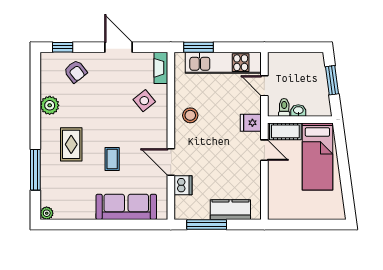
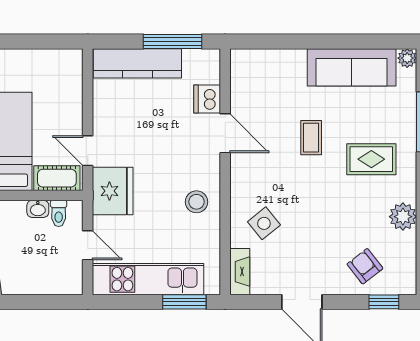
fridge: (251, 123) -> (113, 191), width x1.88, depth x1.34
rug: (71, 144) -> (371, 159), turned 90
sofa: (126, 207) -> (352, 67), moved
kitchen counter: (230, 210) -> (137, 63), width x1.50

